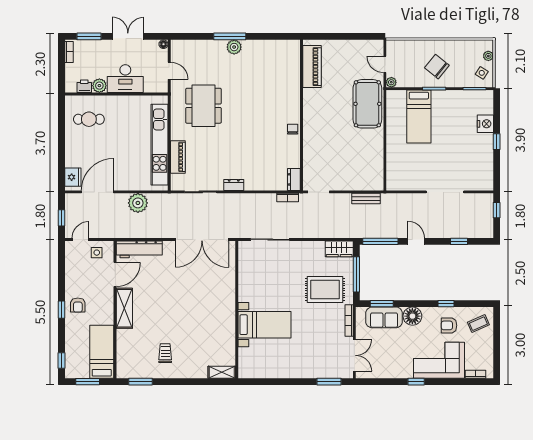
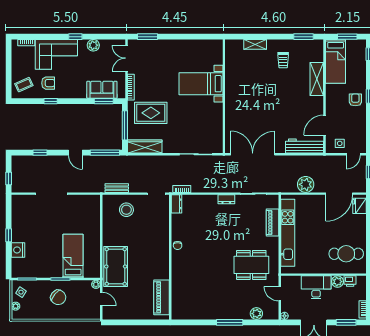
plant: (234, 47) -> (256, 314), moved
dining table: (203, 106) -> (251, 265), turned 90
cafe table: (89, 119) -> (346, 254), width x1.37, depth x1.35
stool: (354, 172) -> (126, 210), added
wardrobe: (339, 249) -> (145, 146), width x1.50
shelving: (124, 308) -> (317, 79), moved
floor lamp: (412, 316) -> (78, 91), removed
plant: (394, 371) -> (93, 45), added
shelving: (222, 372) -> (255, 44), moved

